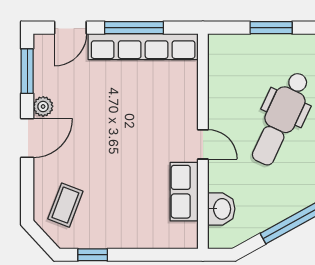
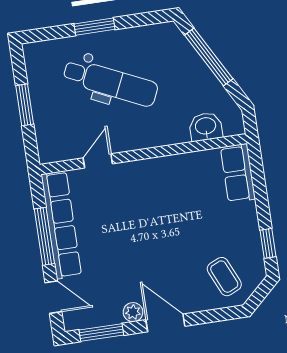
door: (203, 144) -> (98, 161), moved
row of seats: (184, 192) -> (238, 173), moved, turned 90
coffee table: (65, 205) -> (224, 277), turned 45

